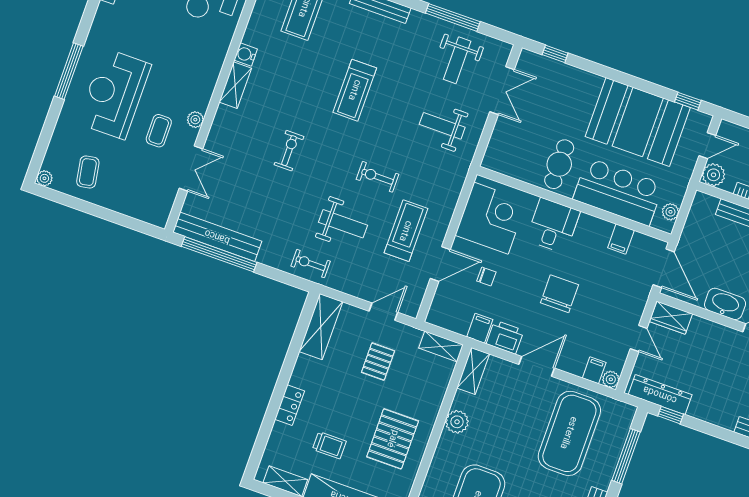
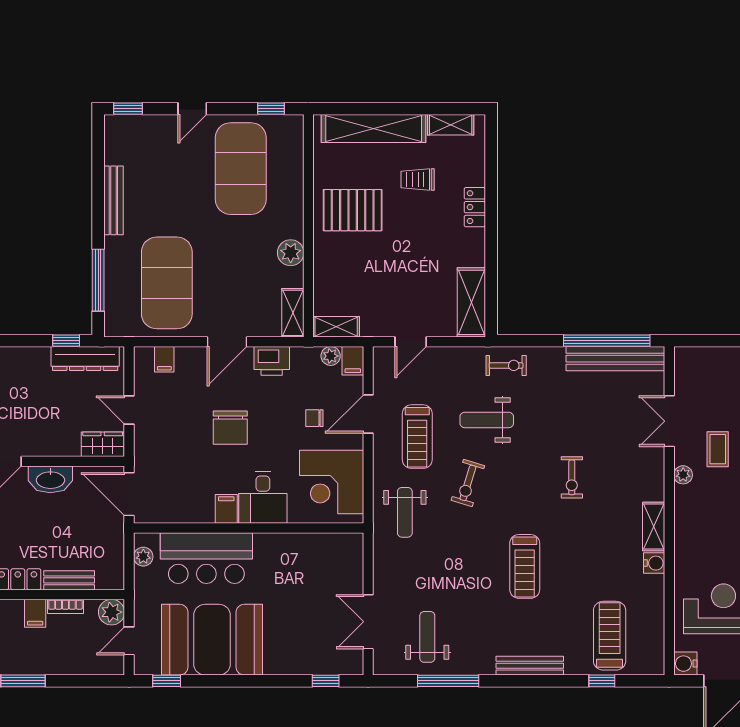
treadmill: (355, 90) -> (525, 566), turned 180
weight bench: (442, 126) -> (405, 512), moved, turned 90
cafe table: (559, 164) -> (280, 565), removed
exercise bike: (377, 177) -> (468, 483), turned 107
filing cabinet: (621, 239) -> (226, 509), moved
filing cabinet: (480, 328) -> (353, 361), moved
pallet: (378, 362) -> (397, 287), removed
plant: (611, 379) -> (331, 356), moved
pallet: (393, 439) -> (353, 210), turned 90

